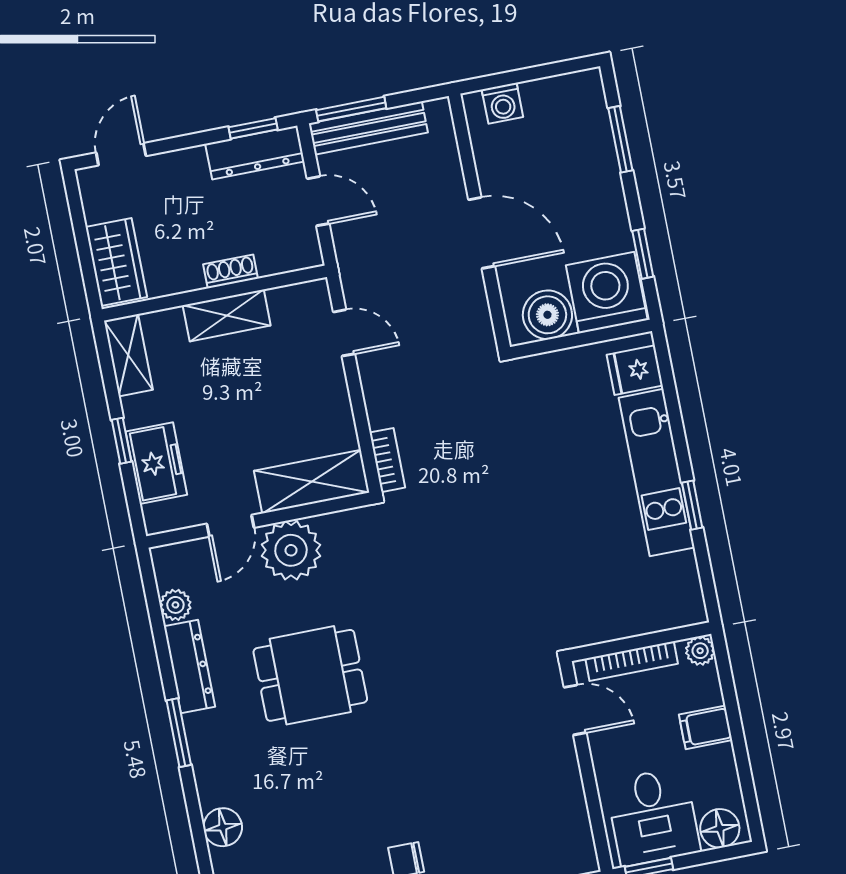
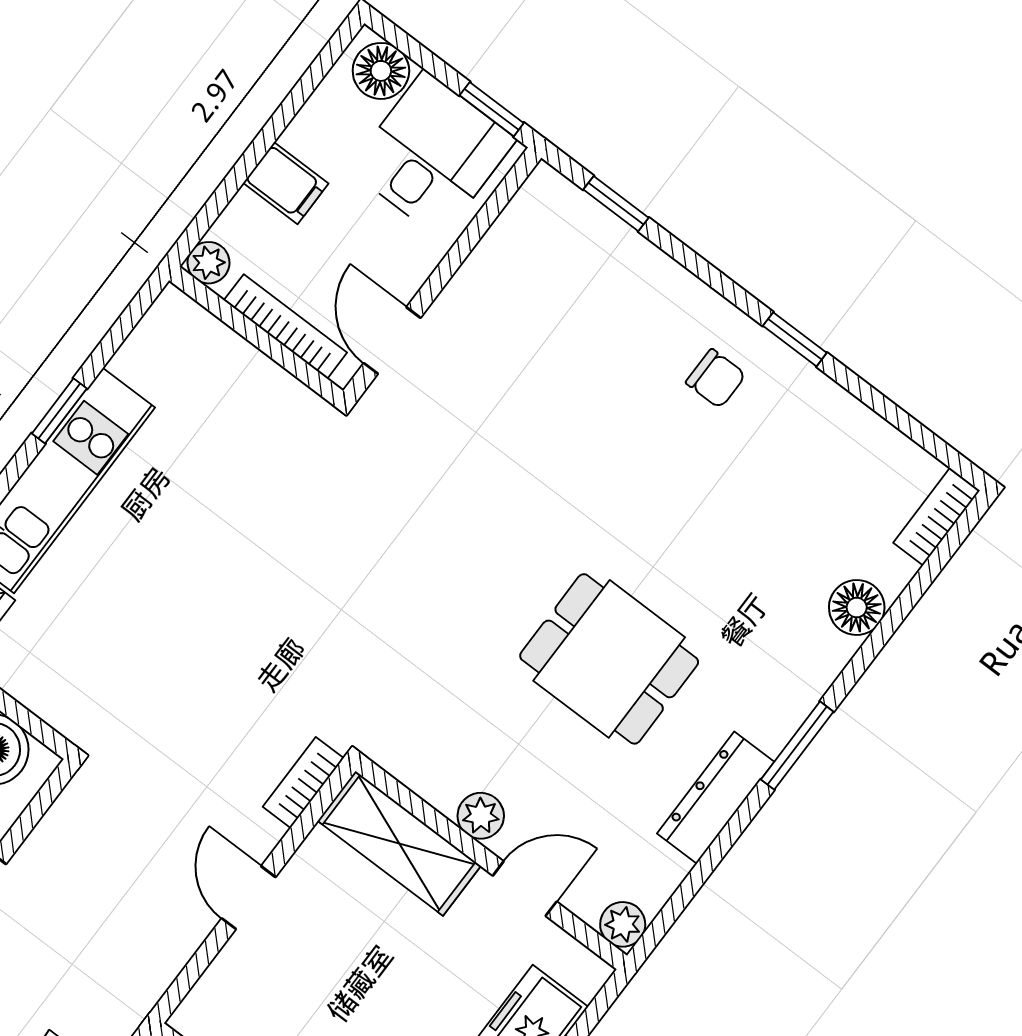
door: (344, 333) -> (249, 898), moved
plant: (291, 550) -> (481, 816), width x0.53, depth x0.53
plant: (175, 605) -> (623, 924), moved

